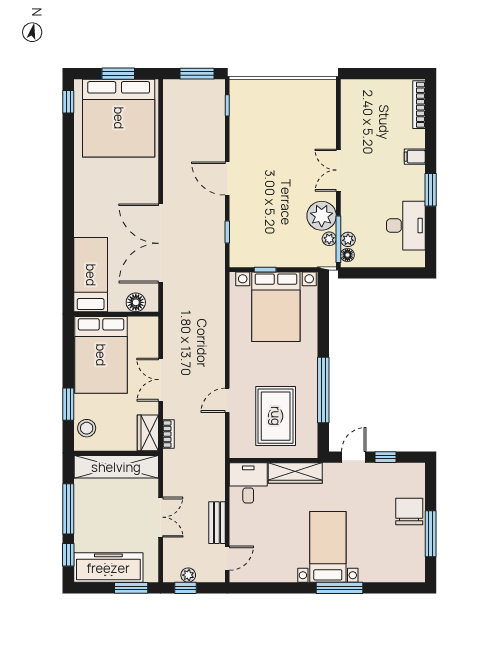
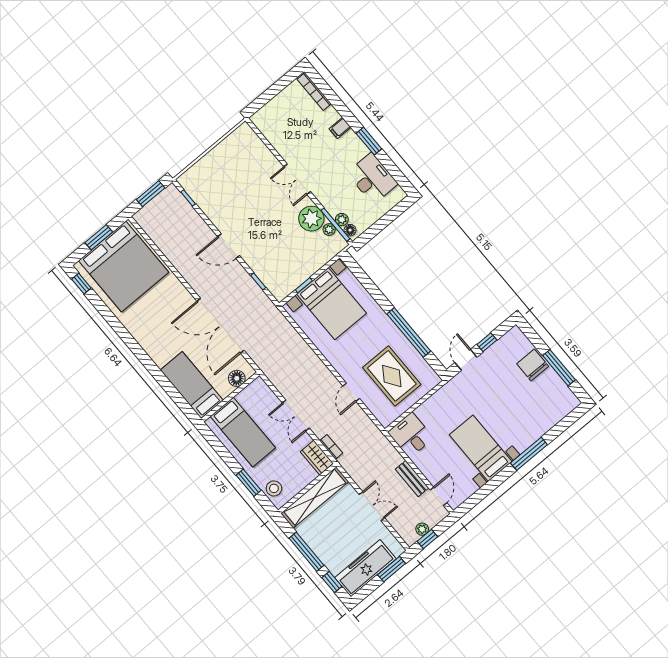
bed: (101, 355) -> (243, 432), width x0.67
wardrobe: (295, 473) -> (436, 403), removed
bed with nightstands: (328, 547) -> (481, 448), moved

